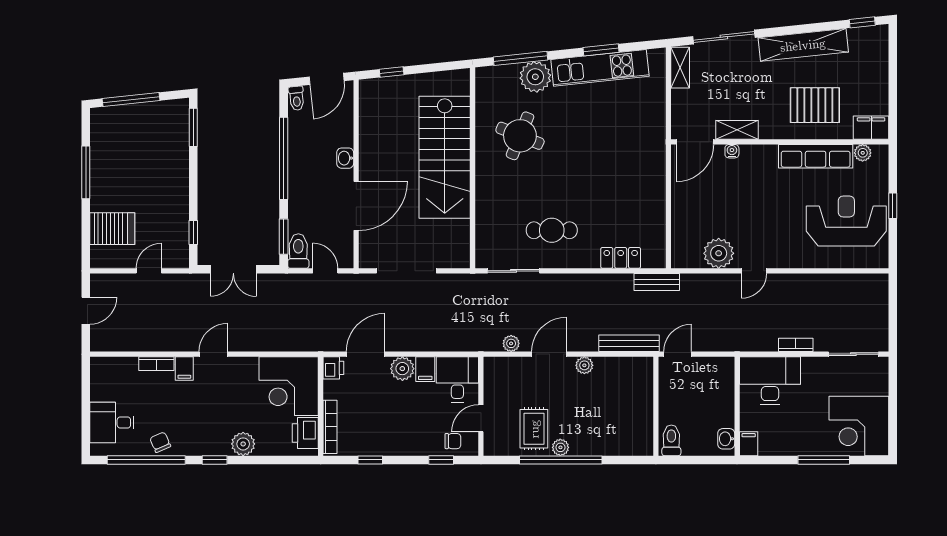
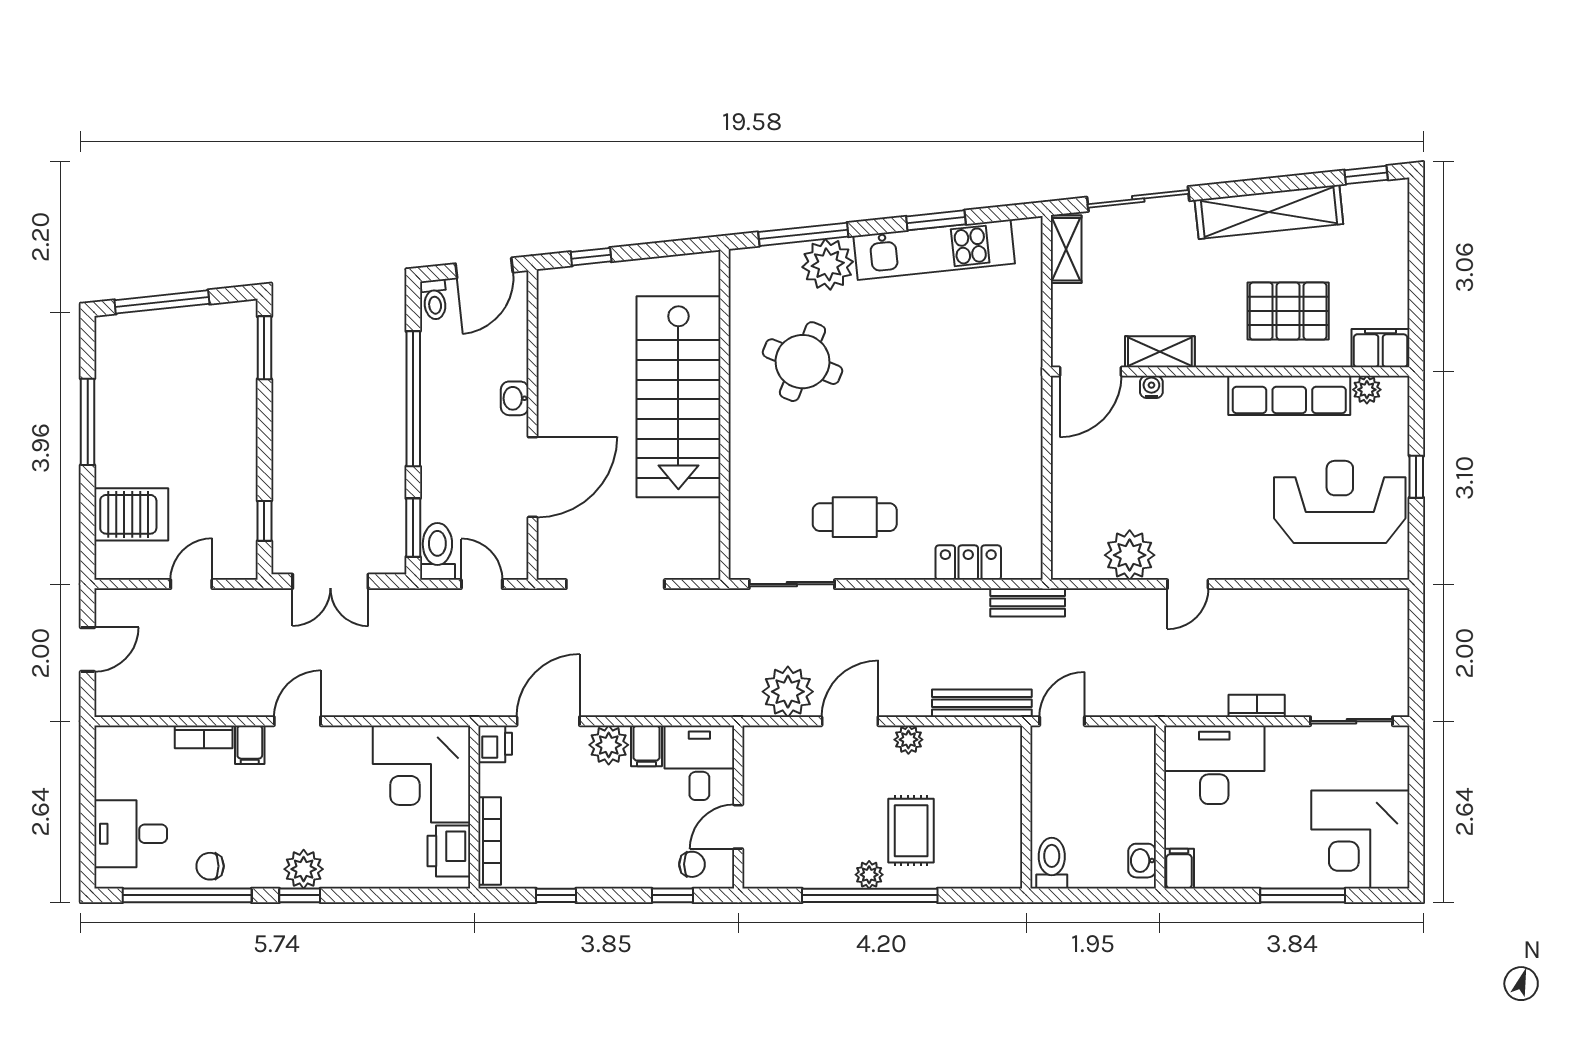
plant: (511, 343) -> (788, 692), width x1.88, depth x1.88
rug: (534, 429) -> (911, 831), moved
chair: (160, 442) -> (210, 866), turned -66
plant: (243, 444) -> (304, 869), moved

